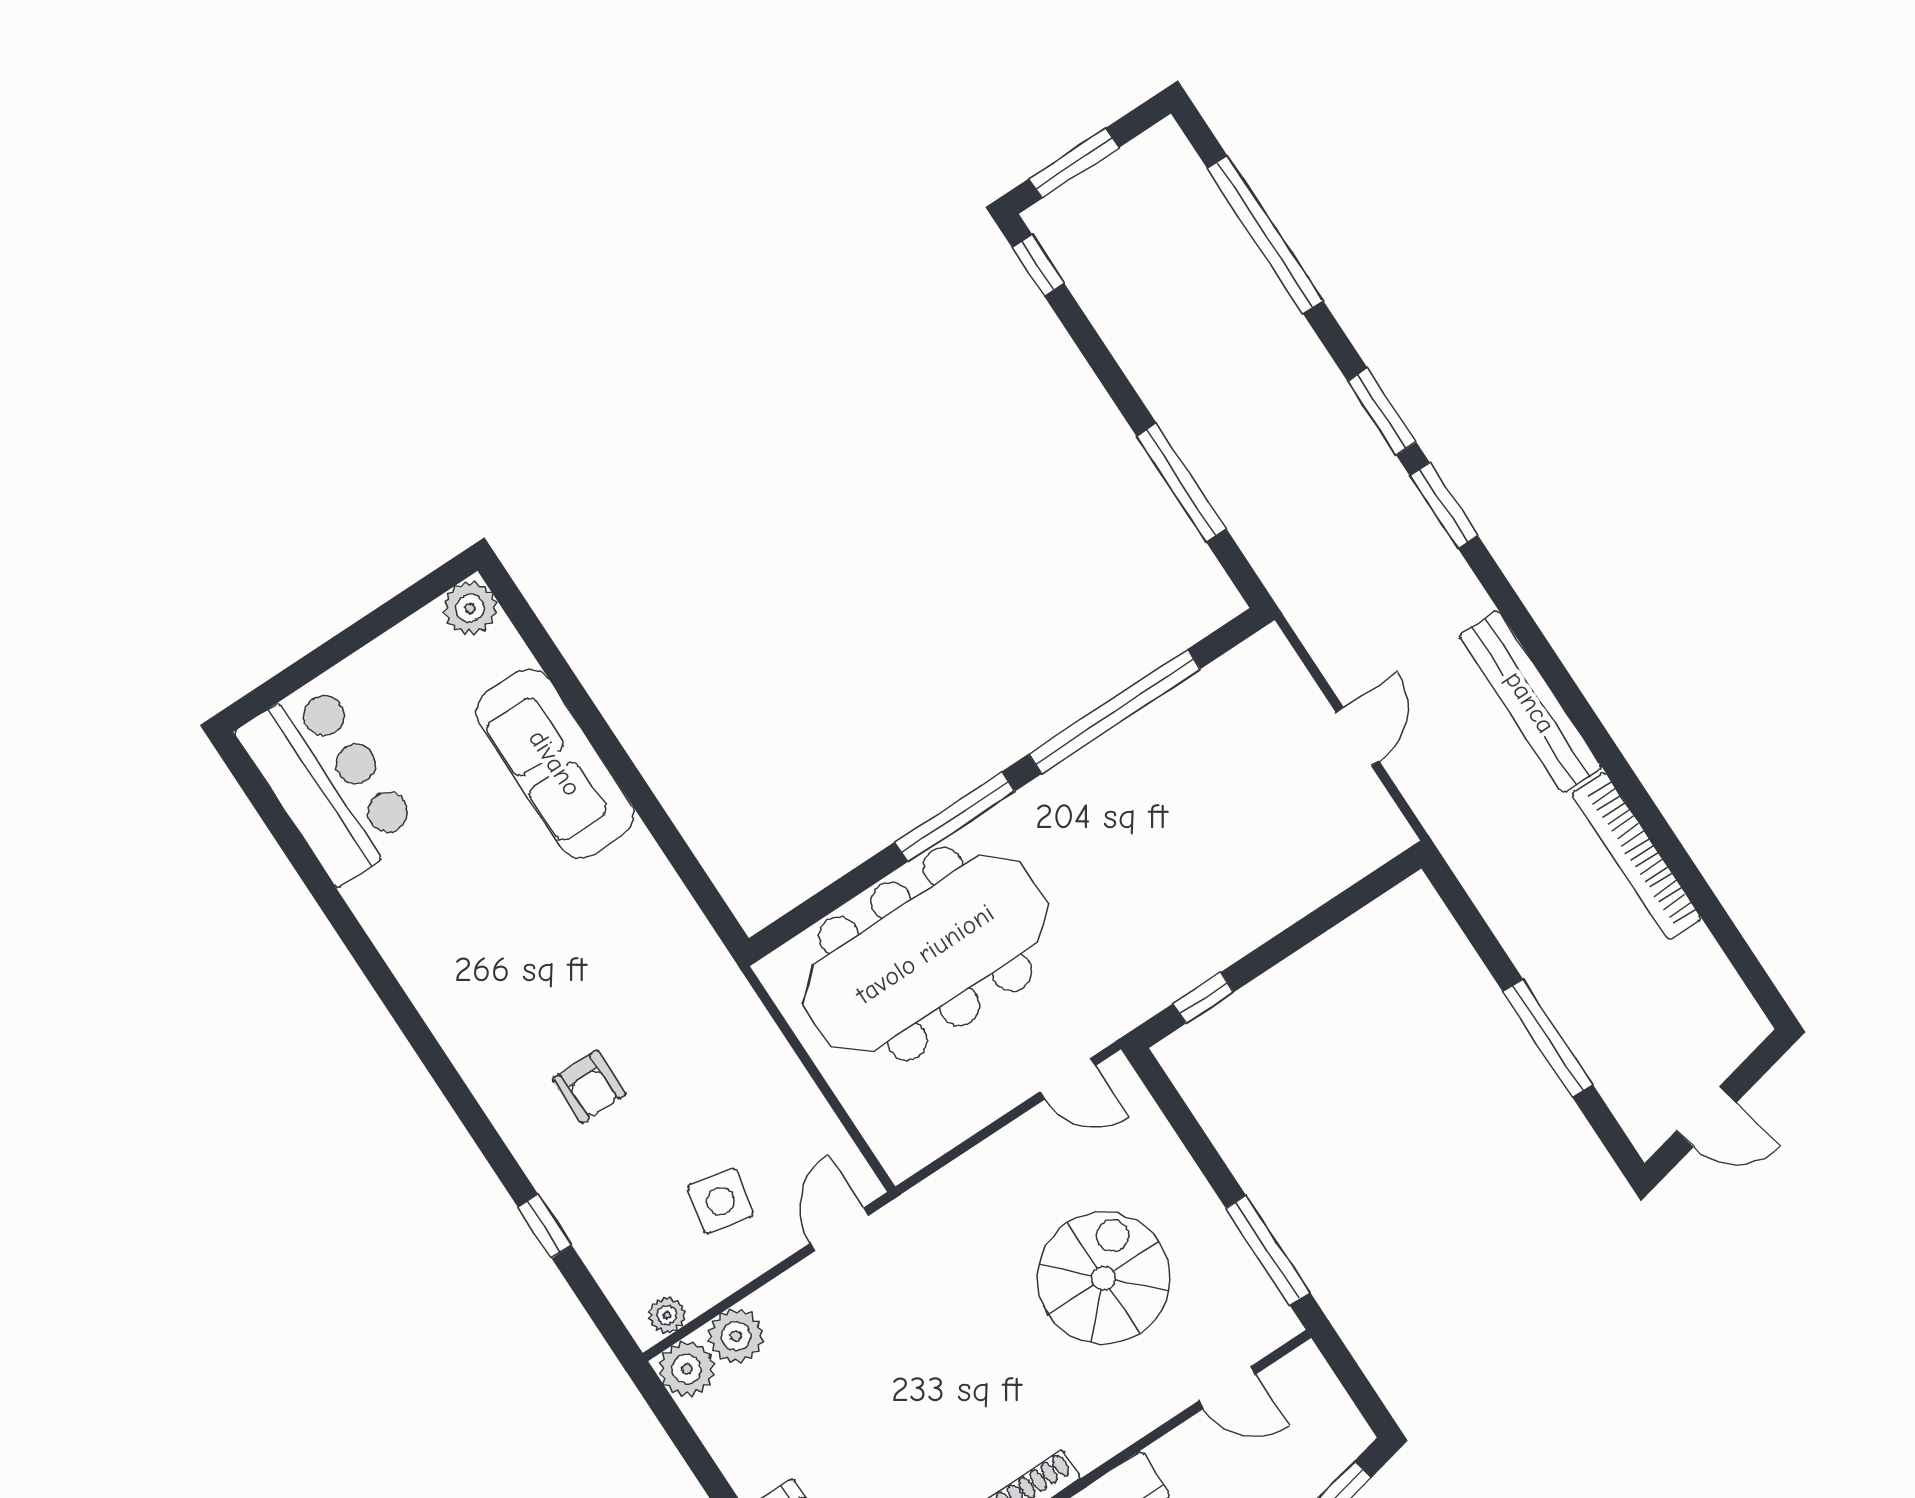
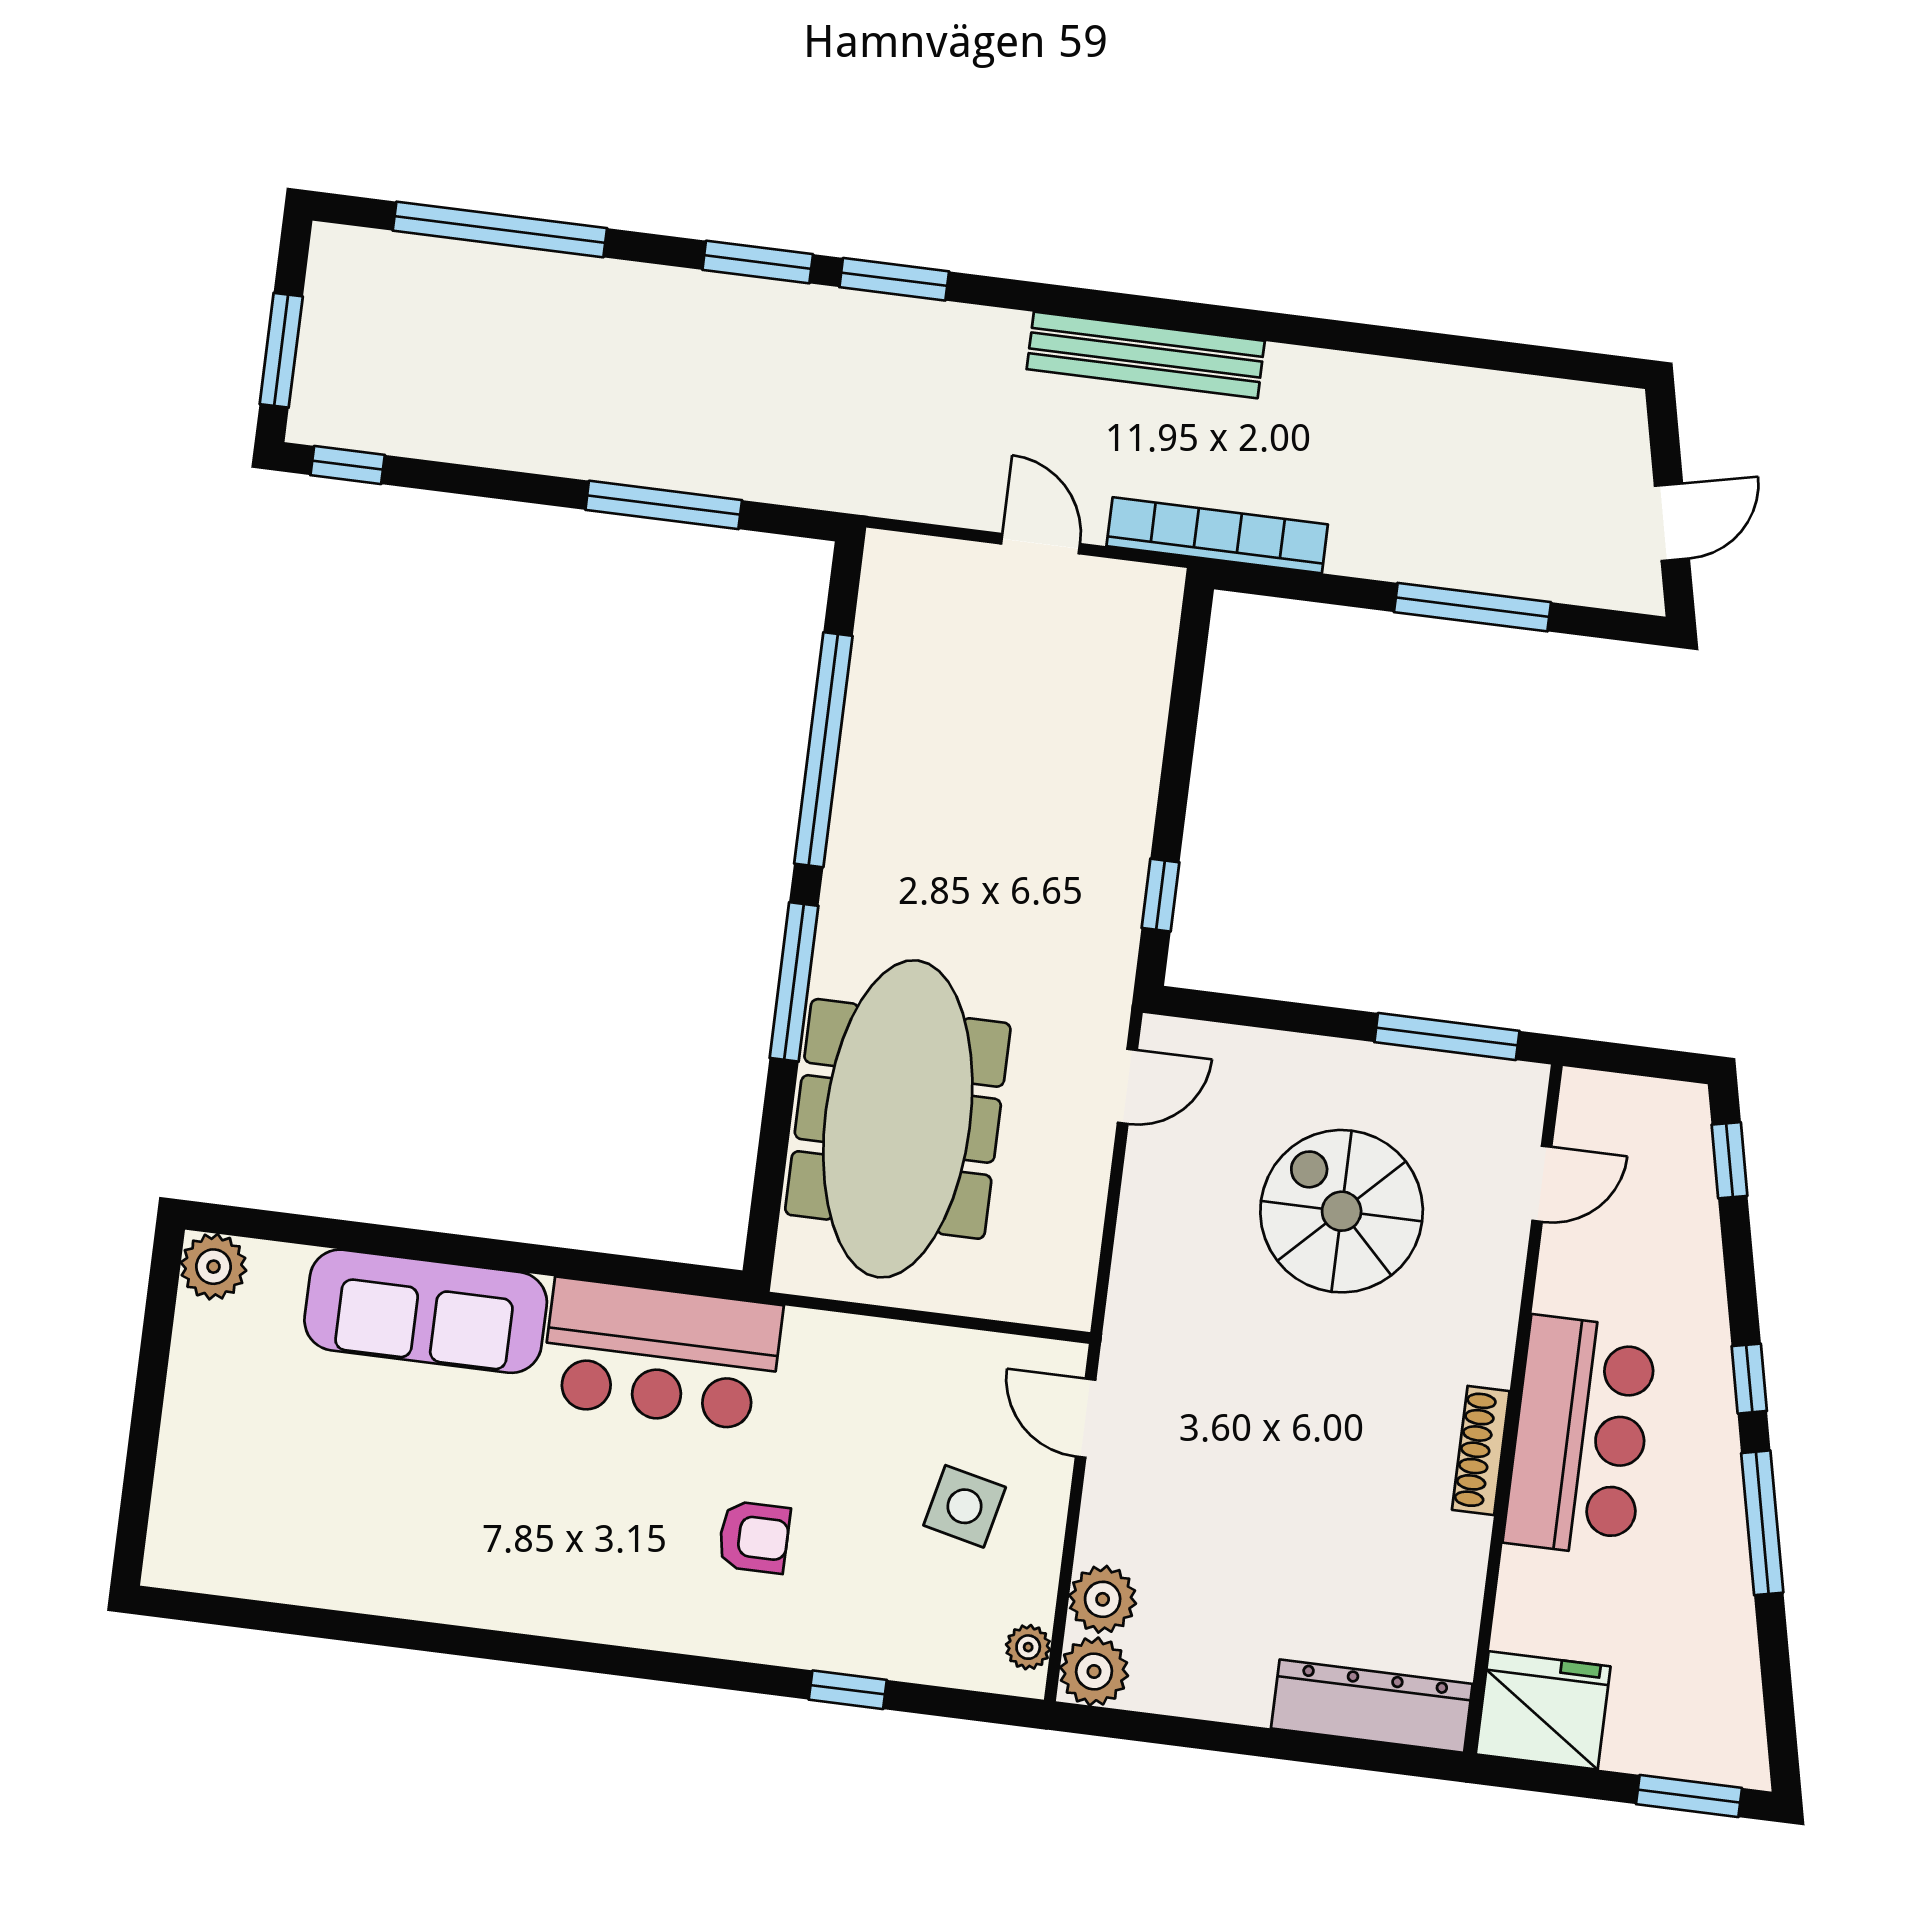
bar counter: (329, 782) -> (661, 1355), moved, turned 180
bookcase: (1637, 856) -> (1217, 535), moved, turned 180

